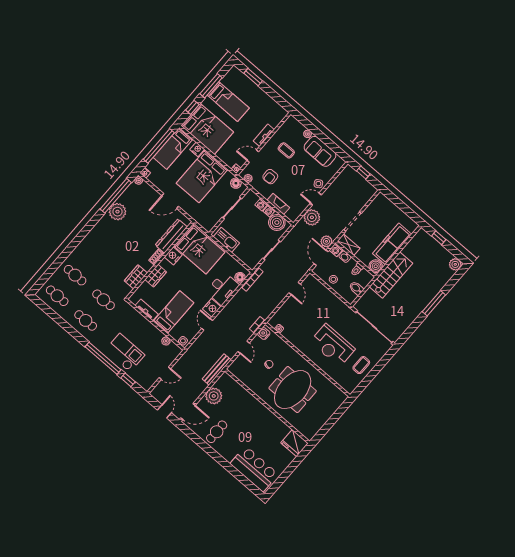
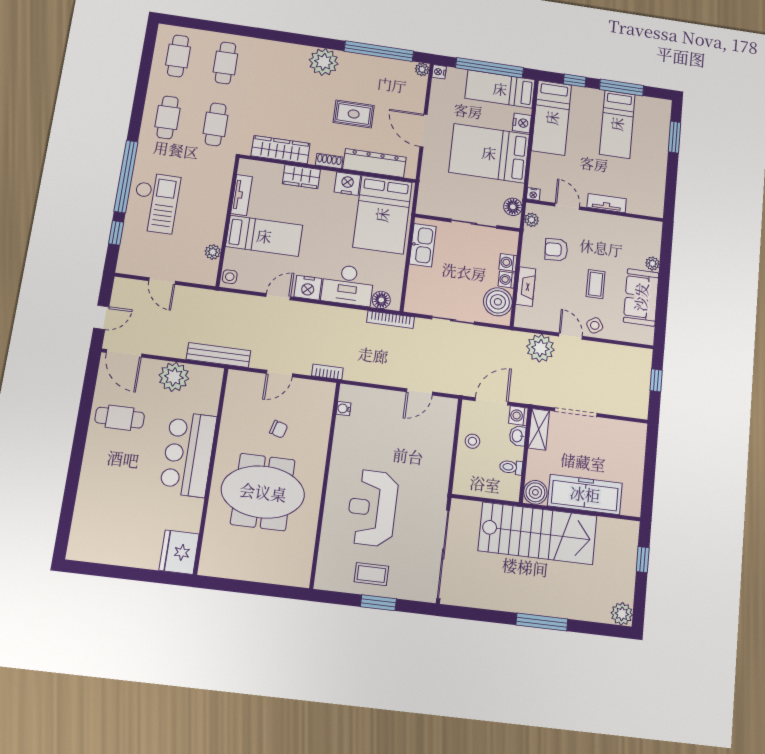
bed: (207, 129) -> (552, 118), width x0.67
coffee table: (286, 150) -> (596, 284), moved
plant: (117, 212) -> (324, 62), moved
rug: (140, 230) -> (354, 114), added
plant: (326, 241) -> (521, 393), removed
stairs: (391, 275) -> (538, 533), width x1.36, depth x1.51
wardrobe: (136, 277) -> (281, 150), width x1.50
bidet: (356, 288) -> (483, 485), removed
water cooler: (264, 333) -> (321, 390), removed
window: (376, 370) -> (378, 603), added
bar counter: (254, 469) -> (188, 454), moved, turned 180

